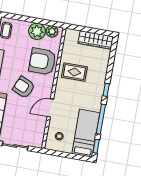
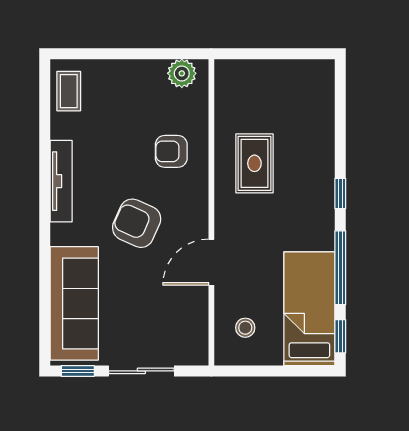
plant: (37, 31) -> (145, 80), removed
wardrobe: (96, 40) -> (293, 75), removed
armchair: (42, 61) -> (171, 151), width x0.53, depth x0.53
rug: (74, 72) -> (254, 163), turned 90

